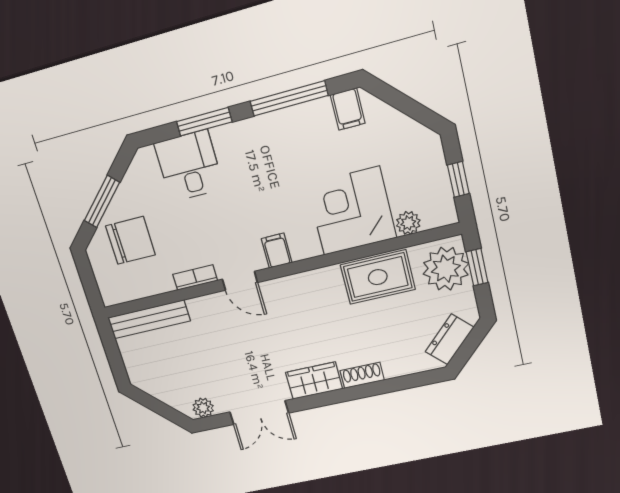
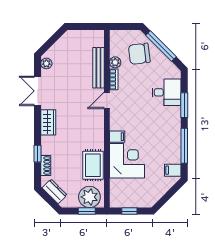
window: (102, 201) -> (161, 46), width x1.44
plant: (408, 223) -> (115, 62), moved
chair: (130, 240) -> (139, 54), turned 83
filing cabinet: (277, 251) -> (117, 137), moved
bench: (149, 319) -> (98, 68), moved
shoe rack: (362, 375) -> (46, 165), moved
window: (380, 387) -> (38, 154), added

